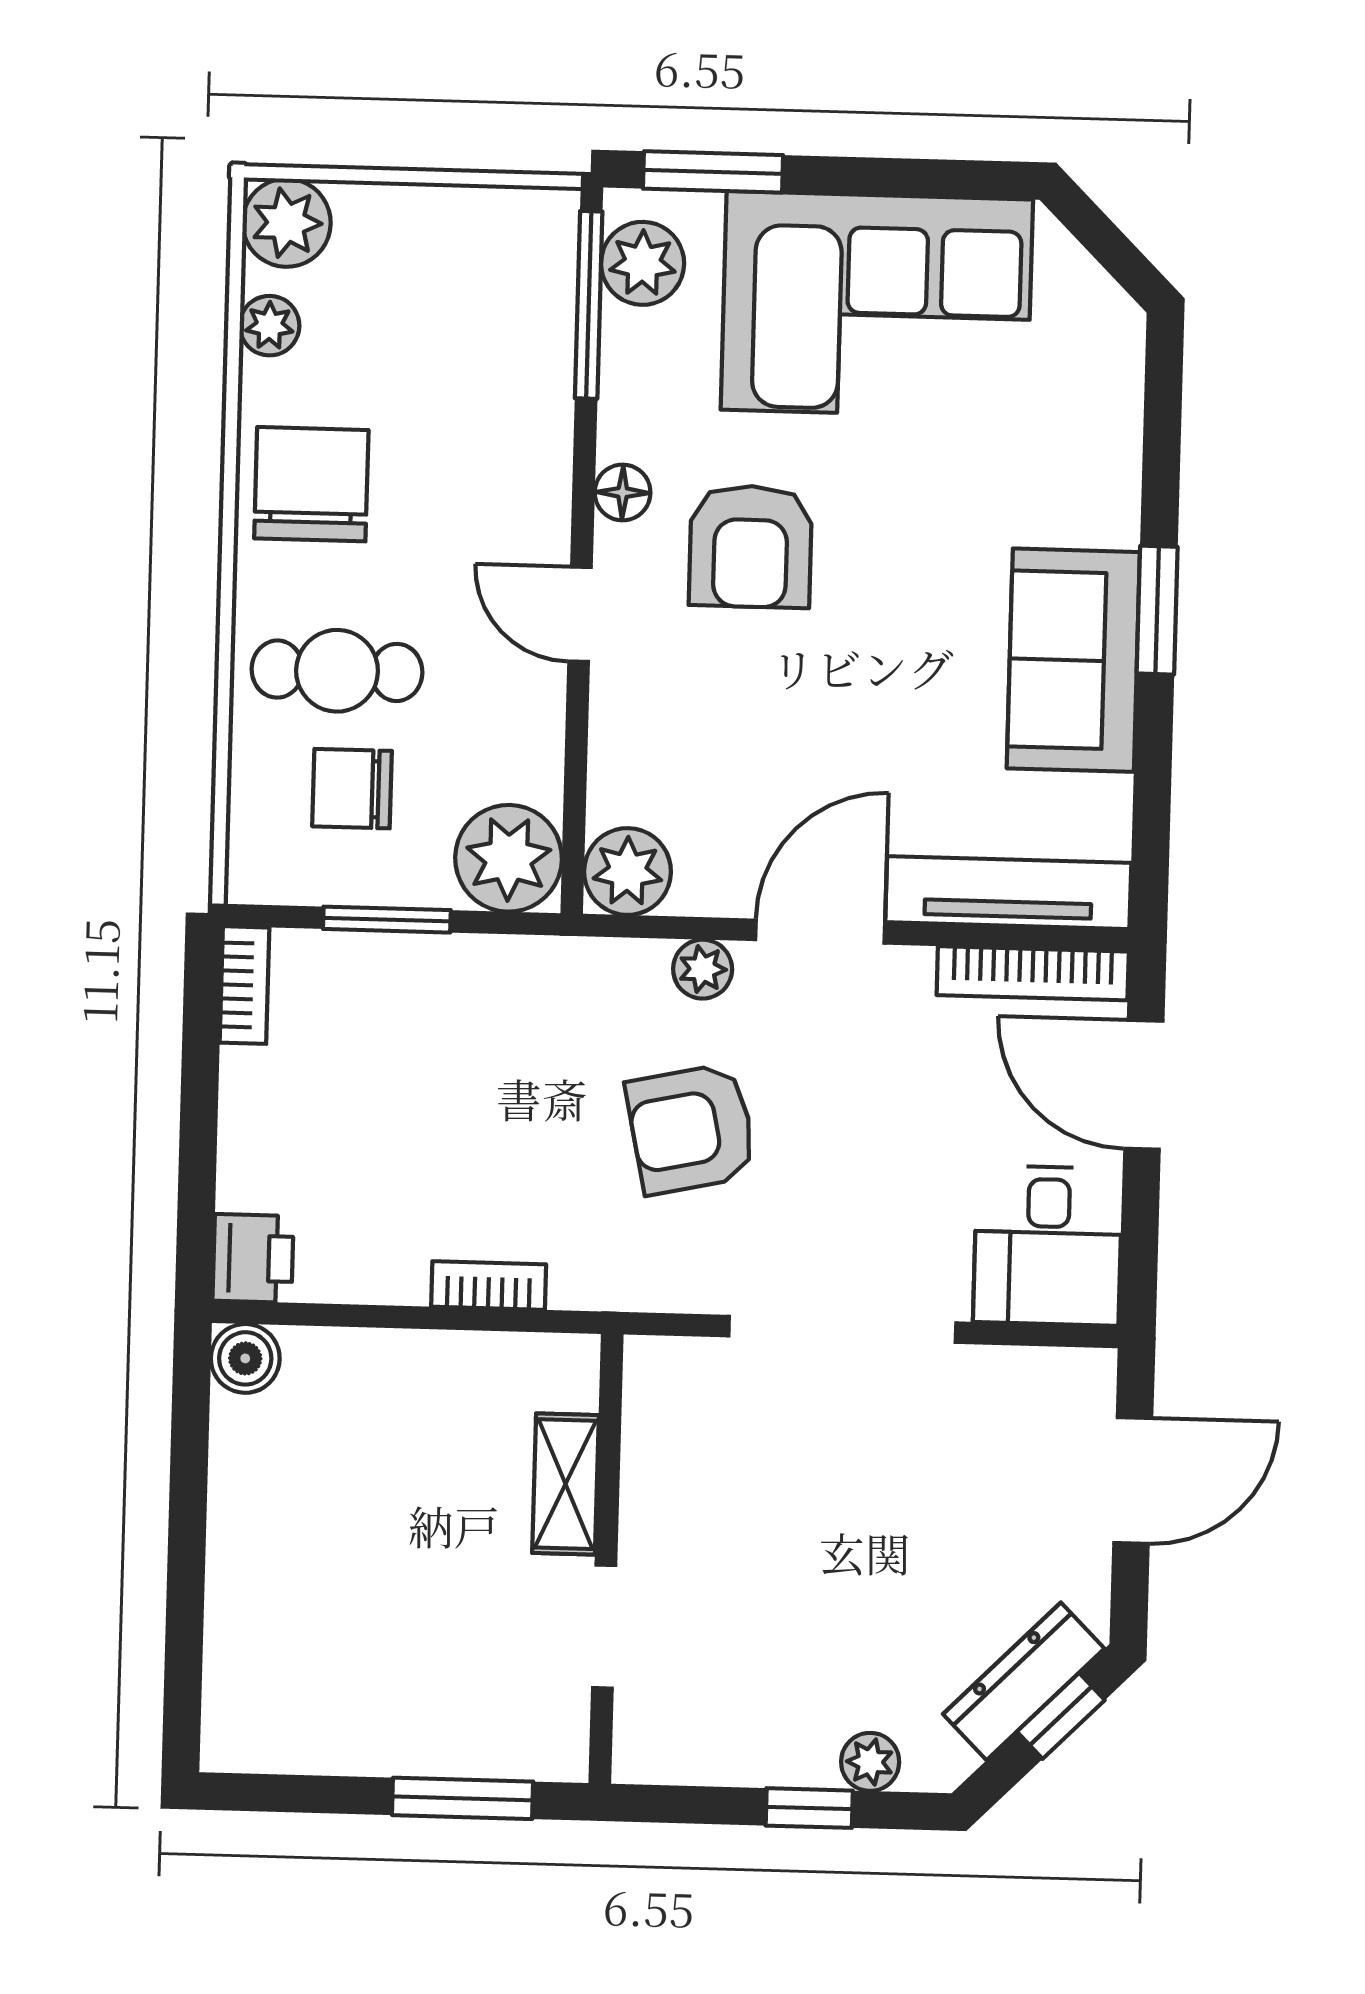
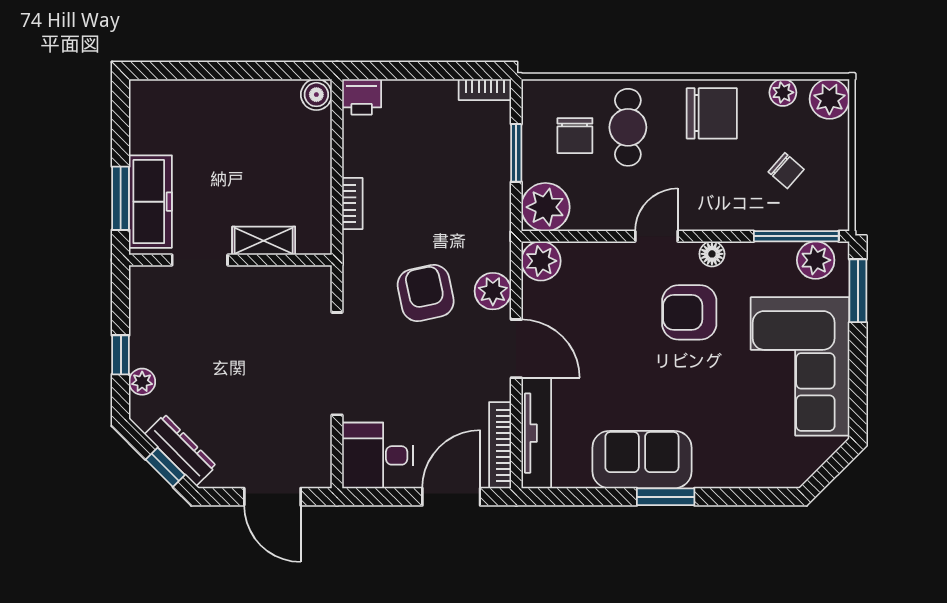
chair: (443, 323) -> (786, 171), added
chair: (352, 789) -> (575, 136), turned 180
plant: (703, 969) -> (493, 291), width x1.38, depth x1.38
freezer: (472, 1732) -> (150, 202), added

